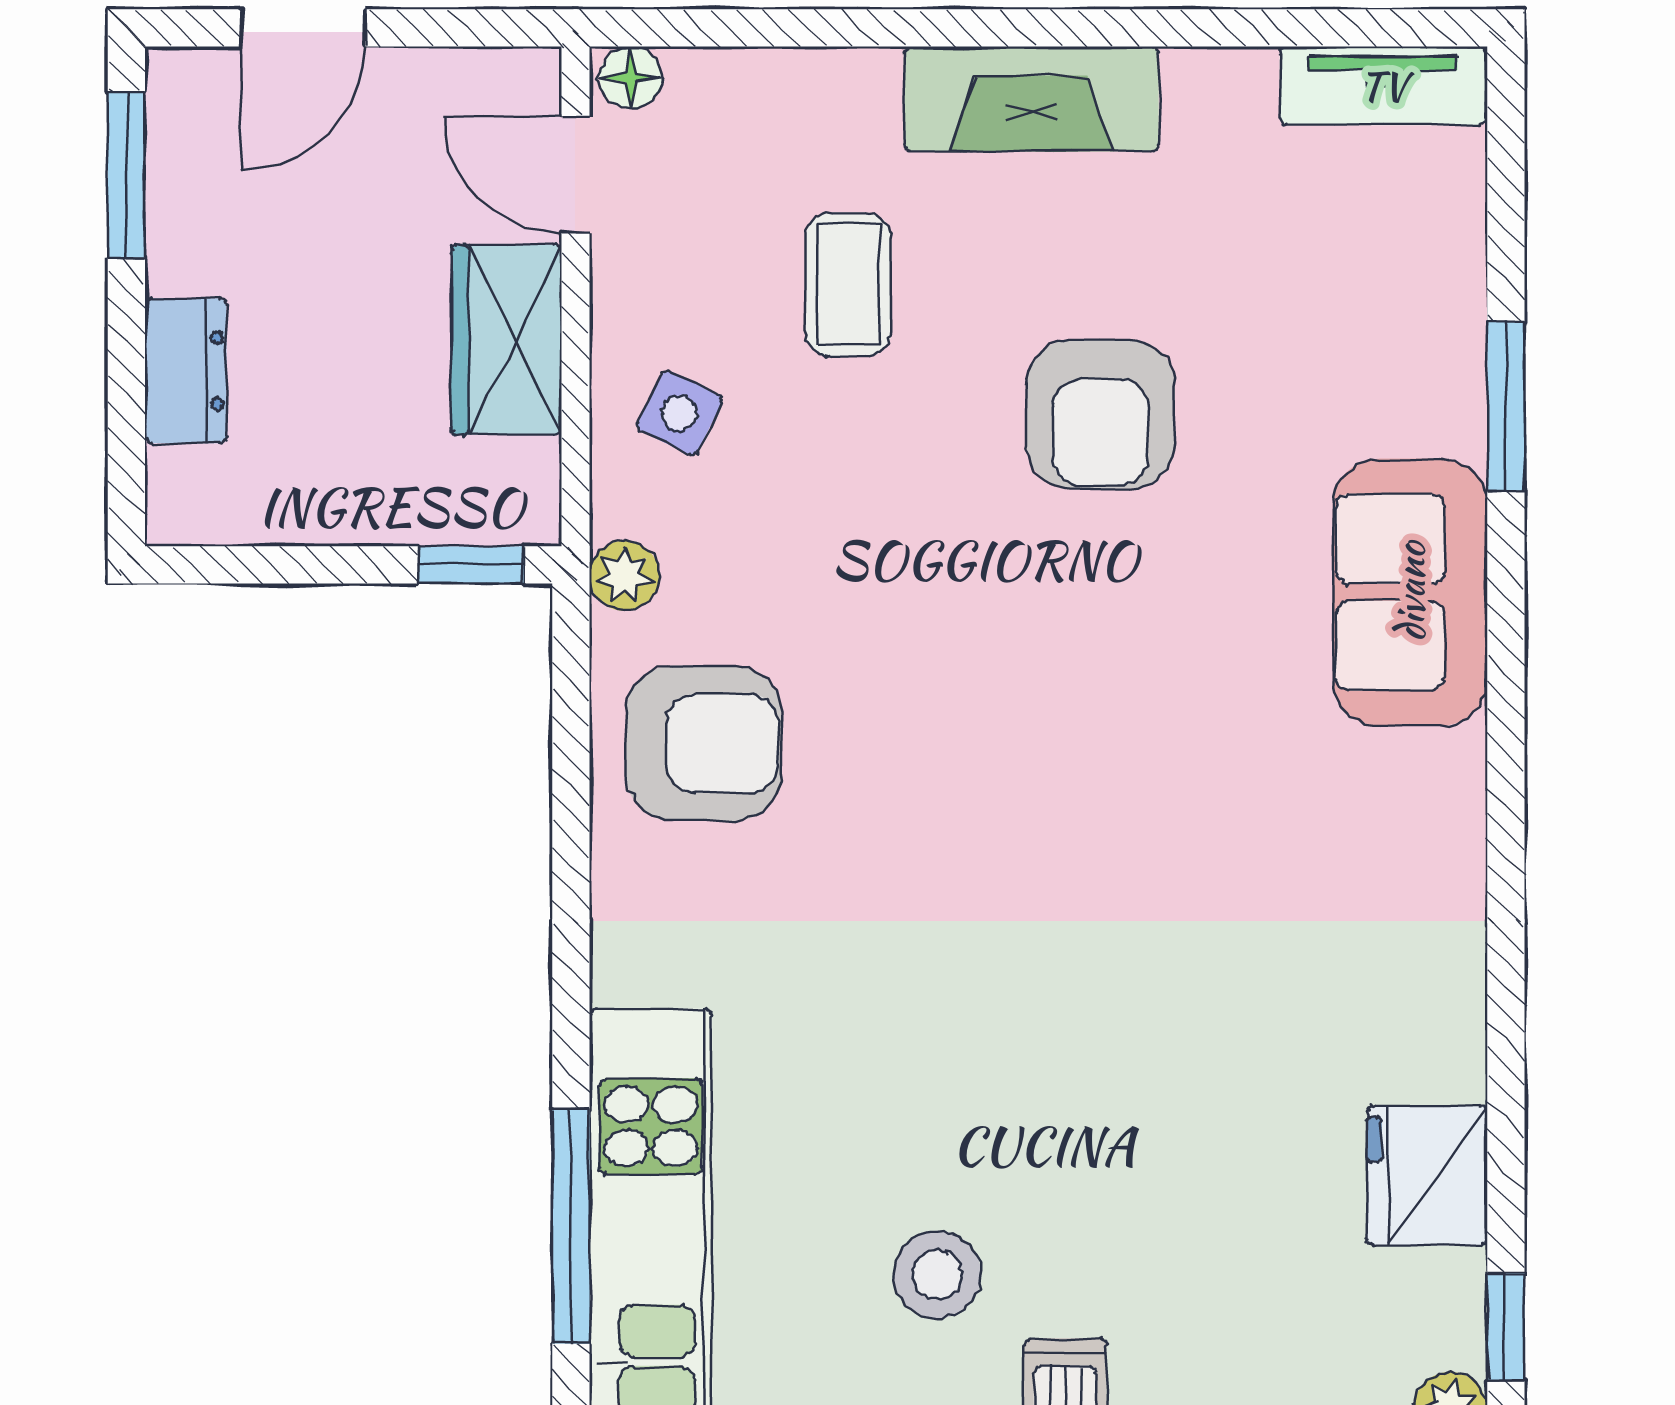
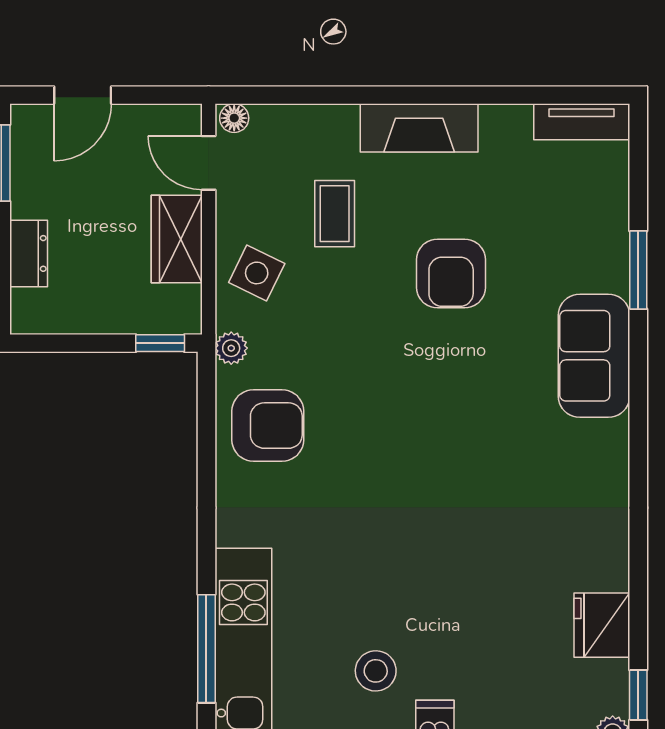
side table: (680, 413) -> (257, 273), width x1.37, depth x1.37

